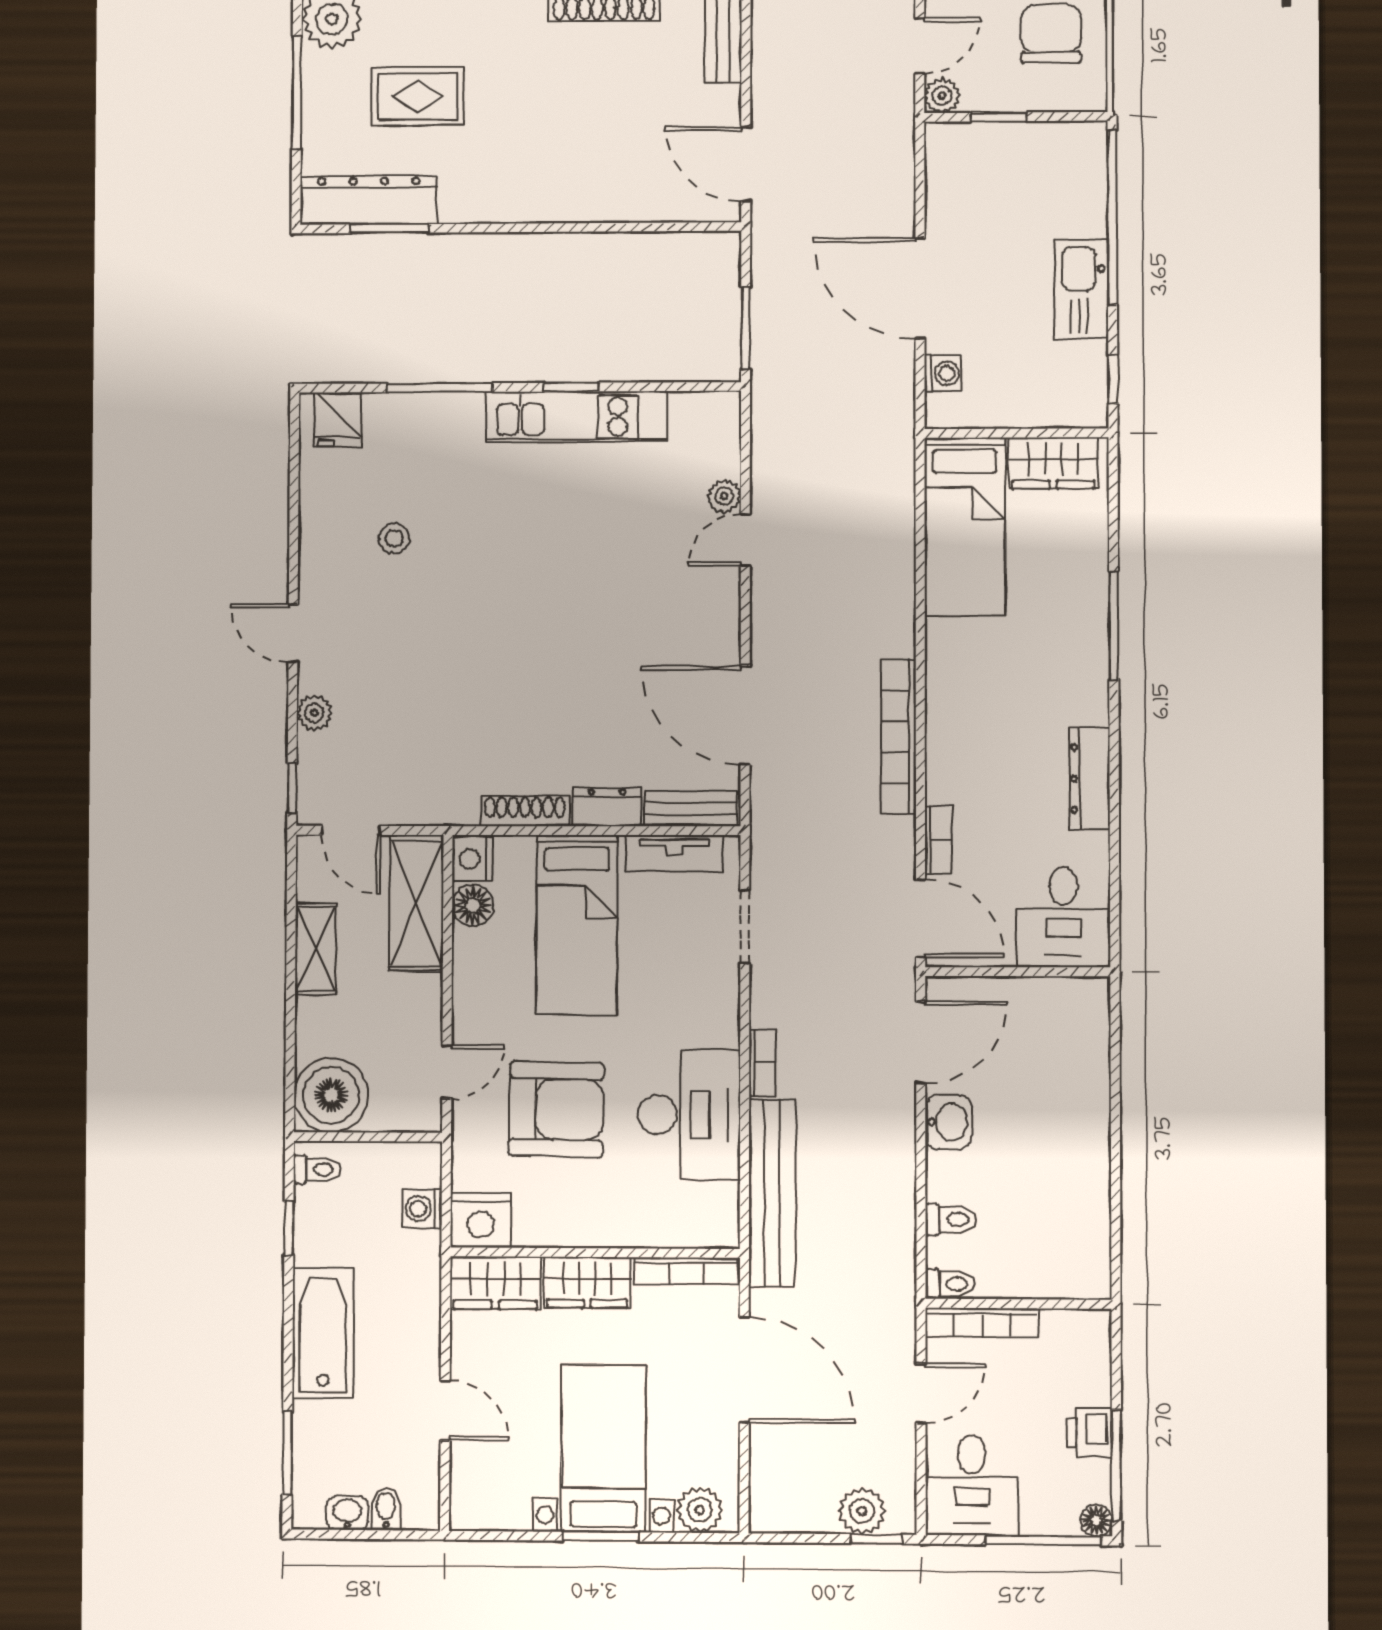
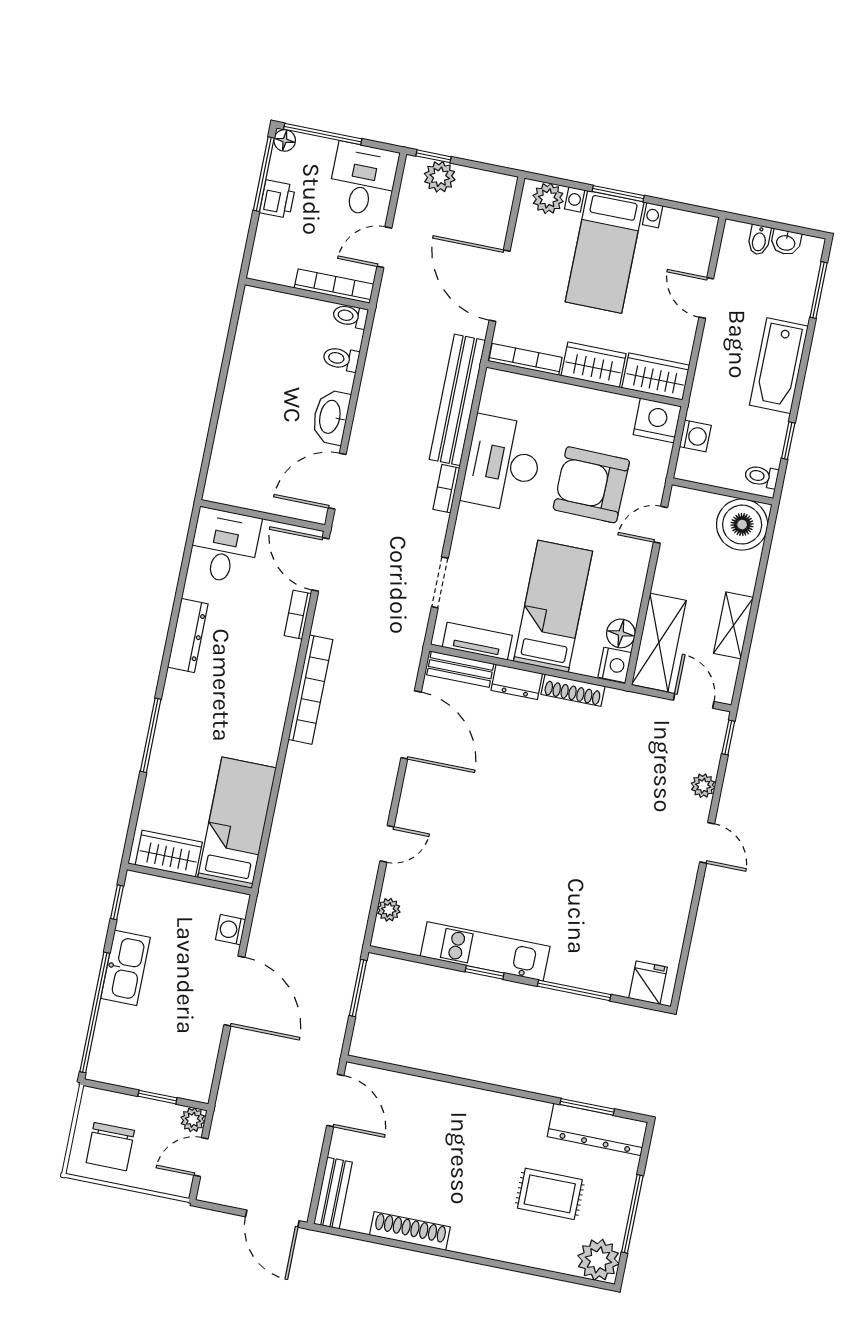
plant: (724, 496) -> (389, 910), moved
stool: (394, 538) -> (625, 894), removed
washbasin: (949, 1122) -> (331, 417), width x1.38

